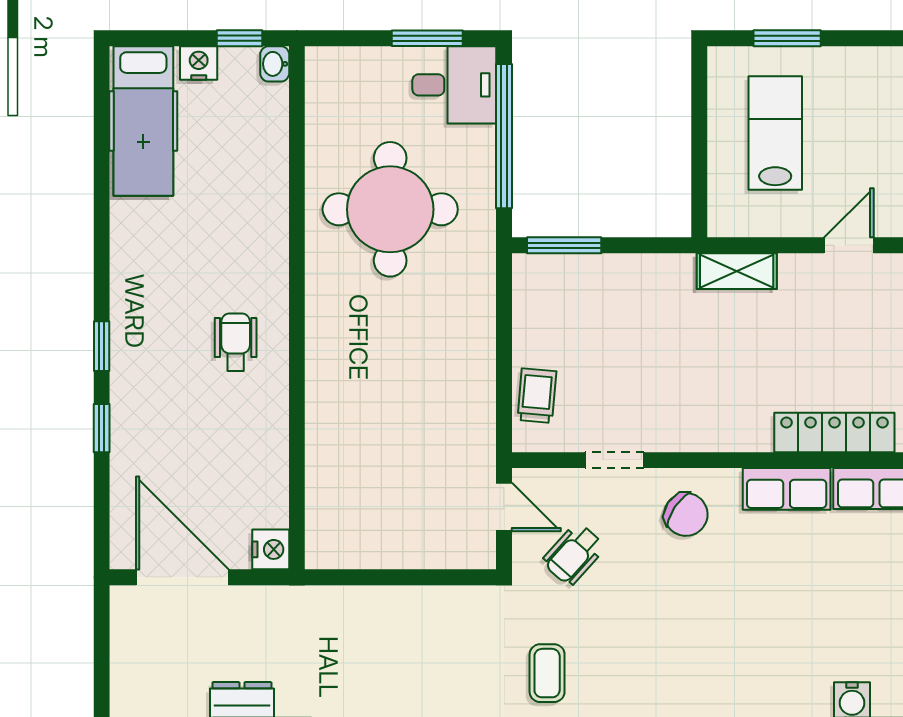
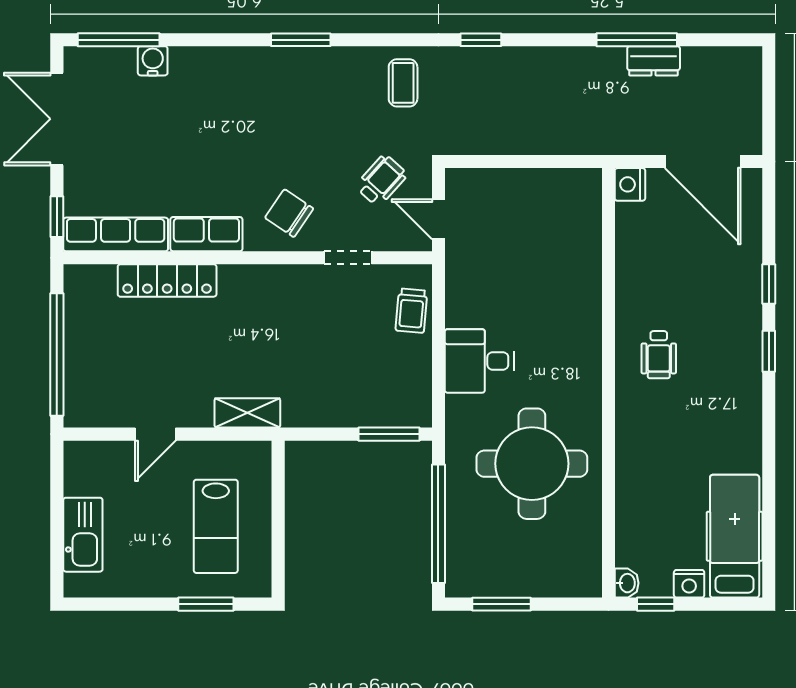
desk: (454, 85) -> (479, 361), moved

